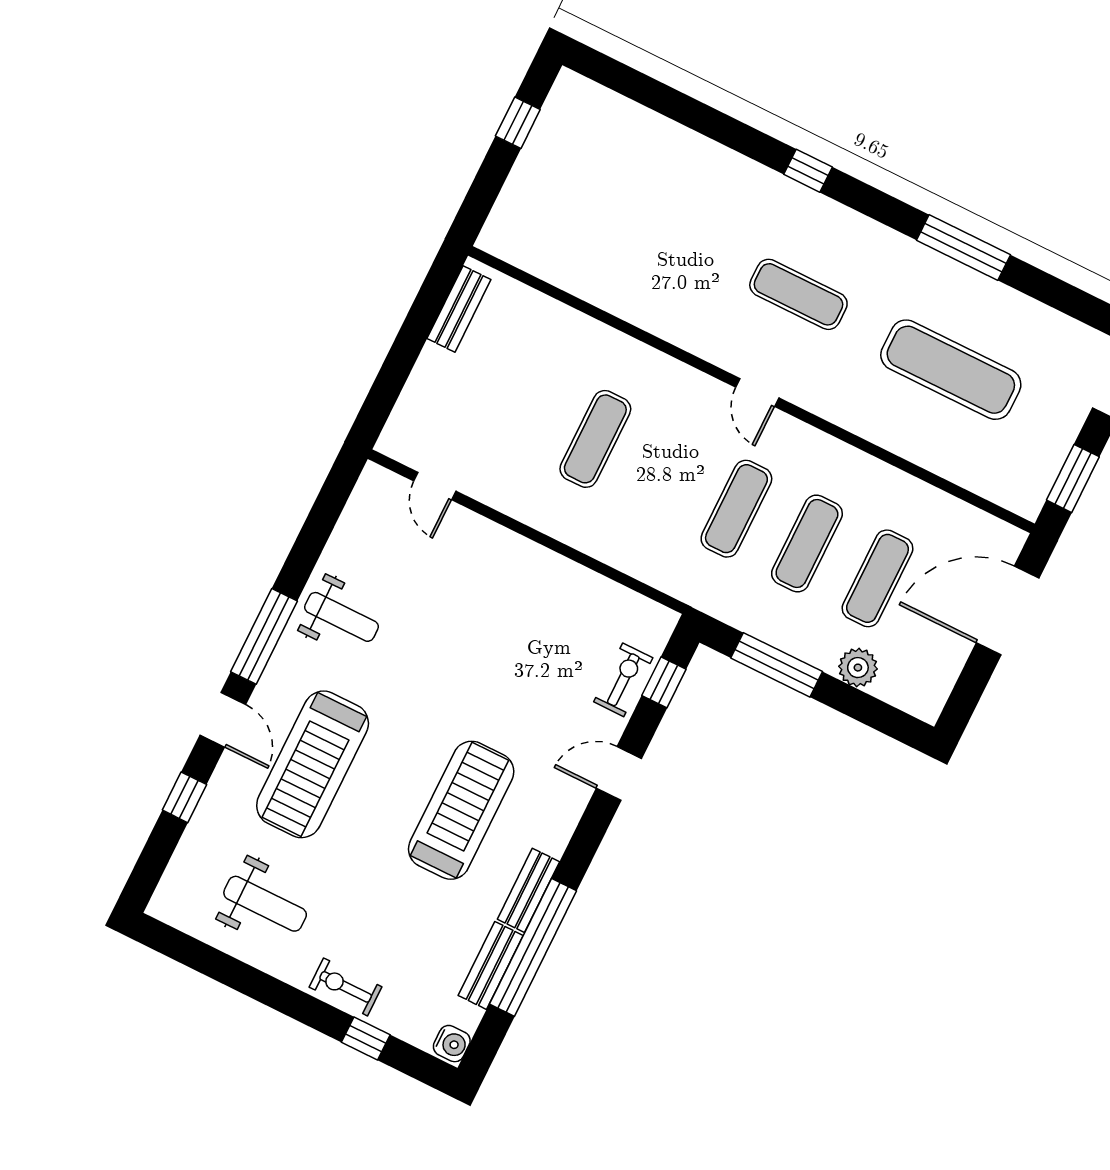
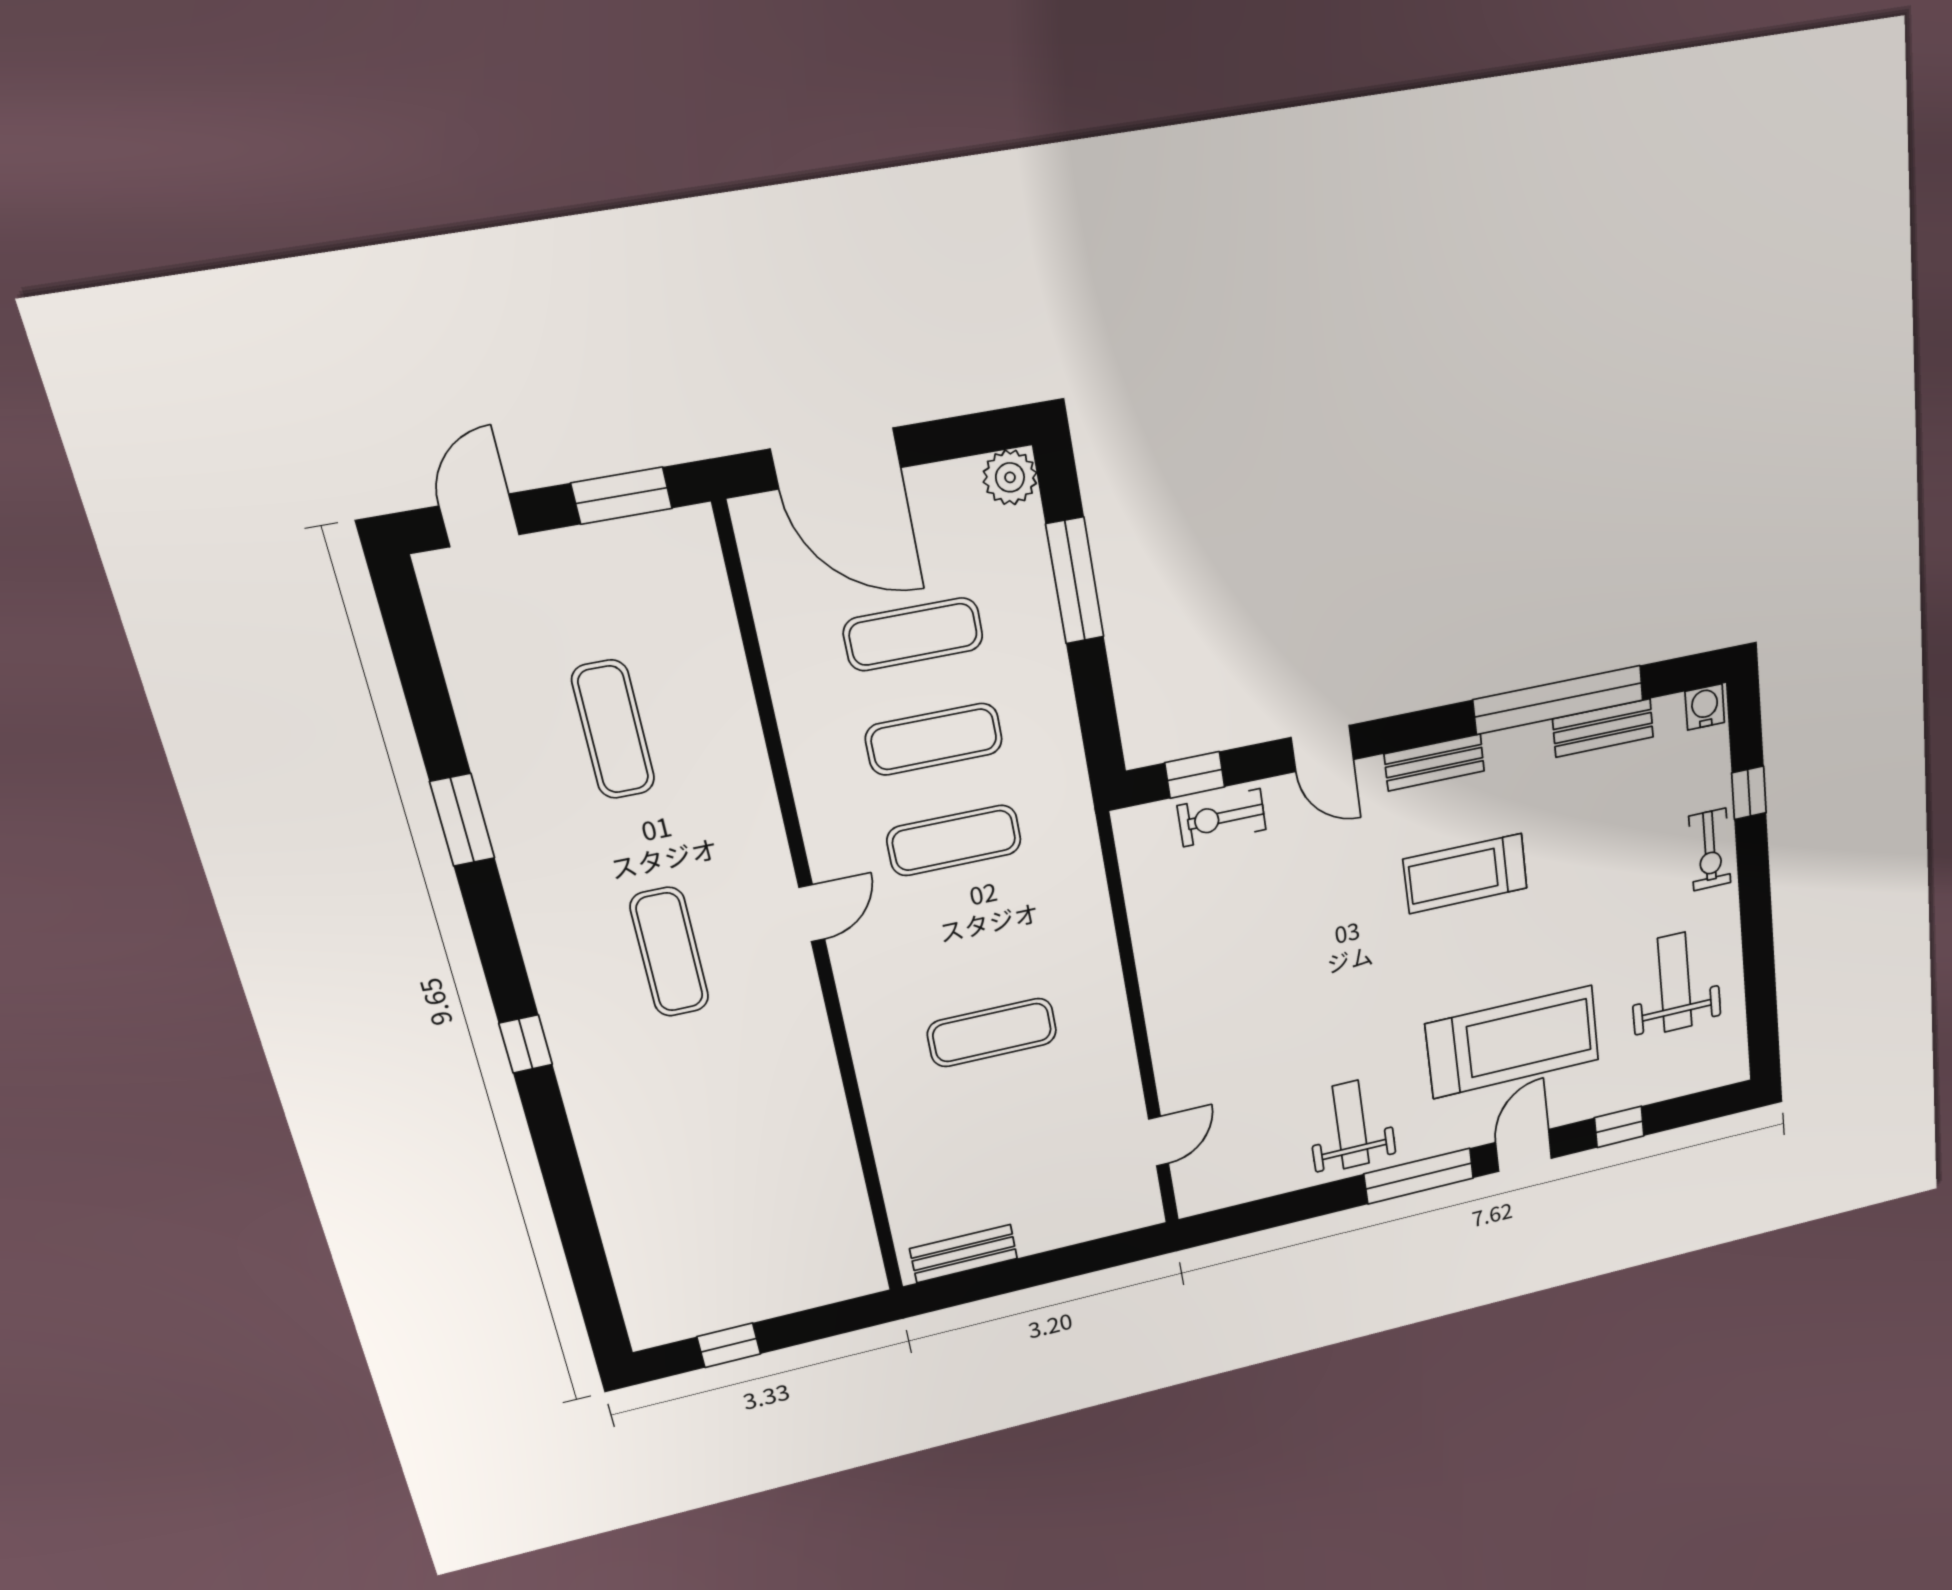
window: (963, 248) -> (462, 820), width x0.69
exercise mat: (951, 370) -> (613, 730), width x0.73, depth x0.69
window: (777, 665) -> (1075, 581), moved
plant: (858, 668) -> (1010, 477), moved
treadmill: (461, 810) -> (1465, 874), width x0.73, depth x0.73
bench: (528, 890) -> (1434, 762), moved

